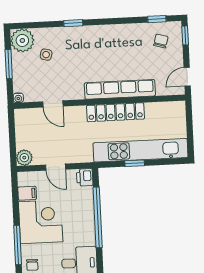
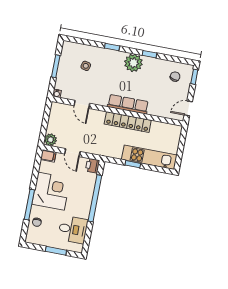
window: (157, 19) -> (150, 54), moved
plant: (22, 40) -> (133, 63), moved
row of seats: (120, 89) -> (128, 104), width x0.73
kitchen unit: (141, 150) -> (149, 157), width x0.73
filing cabinet: (27, 193) -> (48, 156), moved

